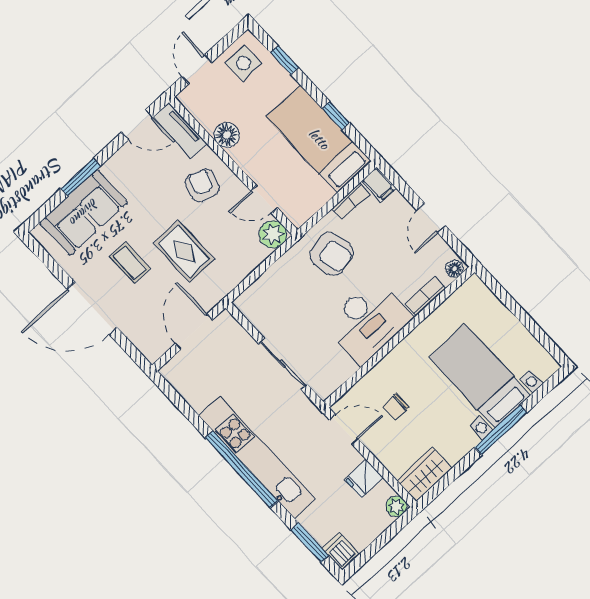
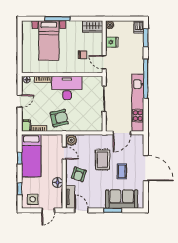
armchair: (332, 254) -> (59, 118), turned 90
kitchen unit: (257, 457) -> (138, 103), moved

